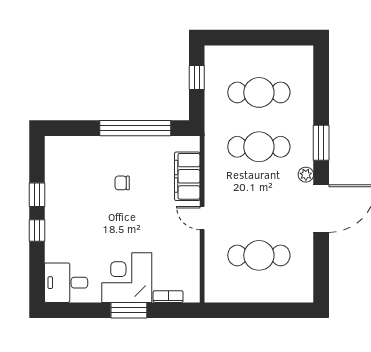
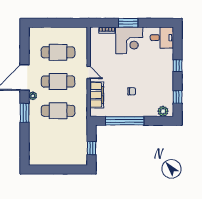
cafe table: (259, 92) -> (58, 82), moved
plant: (64, 146) -> (163, 111), added
window: (37, 195) -> (178, 97), moved

